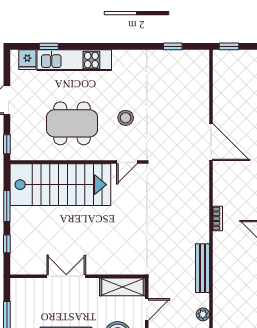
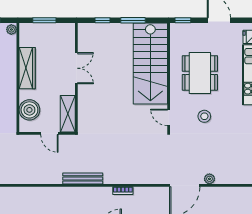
plant: (203, 314) -> (209, 179), moved

